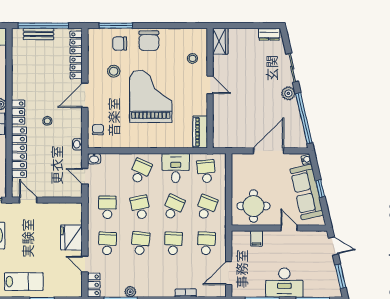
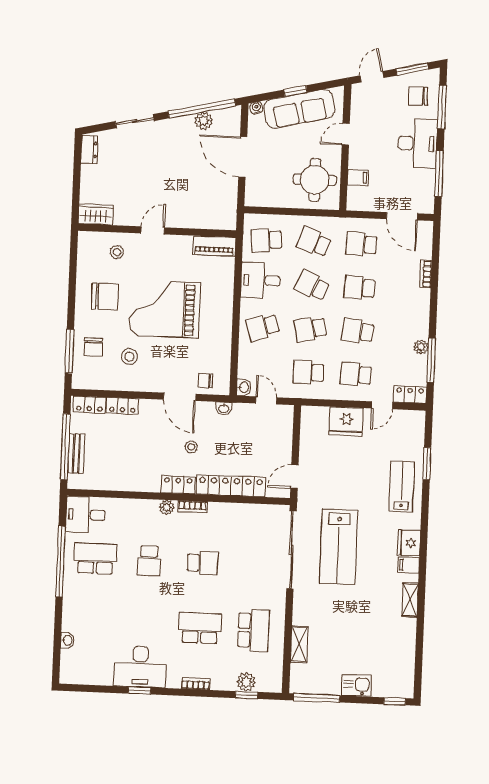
chair: (149, 41) -> (105, 297), moved
plant: (288, 93) -> (204, 121), moved
door: (85, 95) -> (180, 397), moved
school desk: (140, 171) -> (263, 327), turned -42
door: (85, 176) -> (266, 400), swing flipped
chair: (320, 282) -> (418, 96), added

